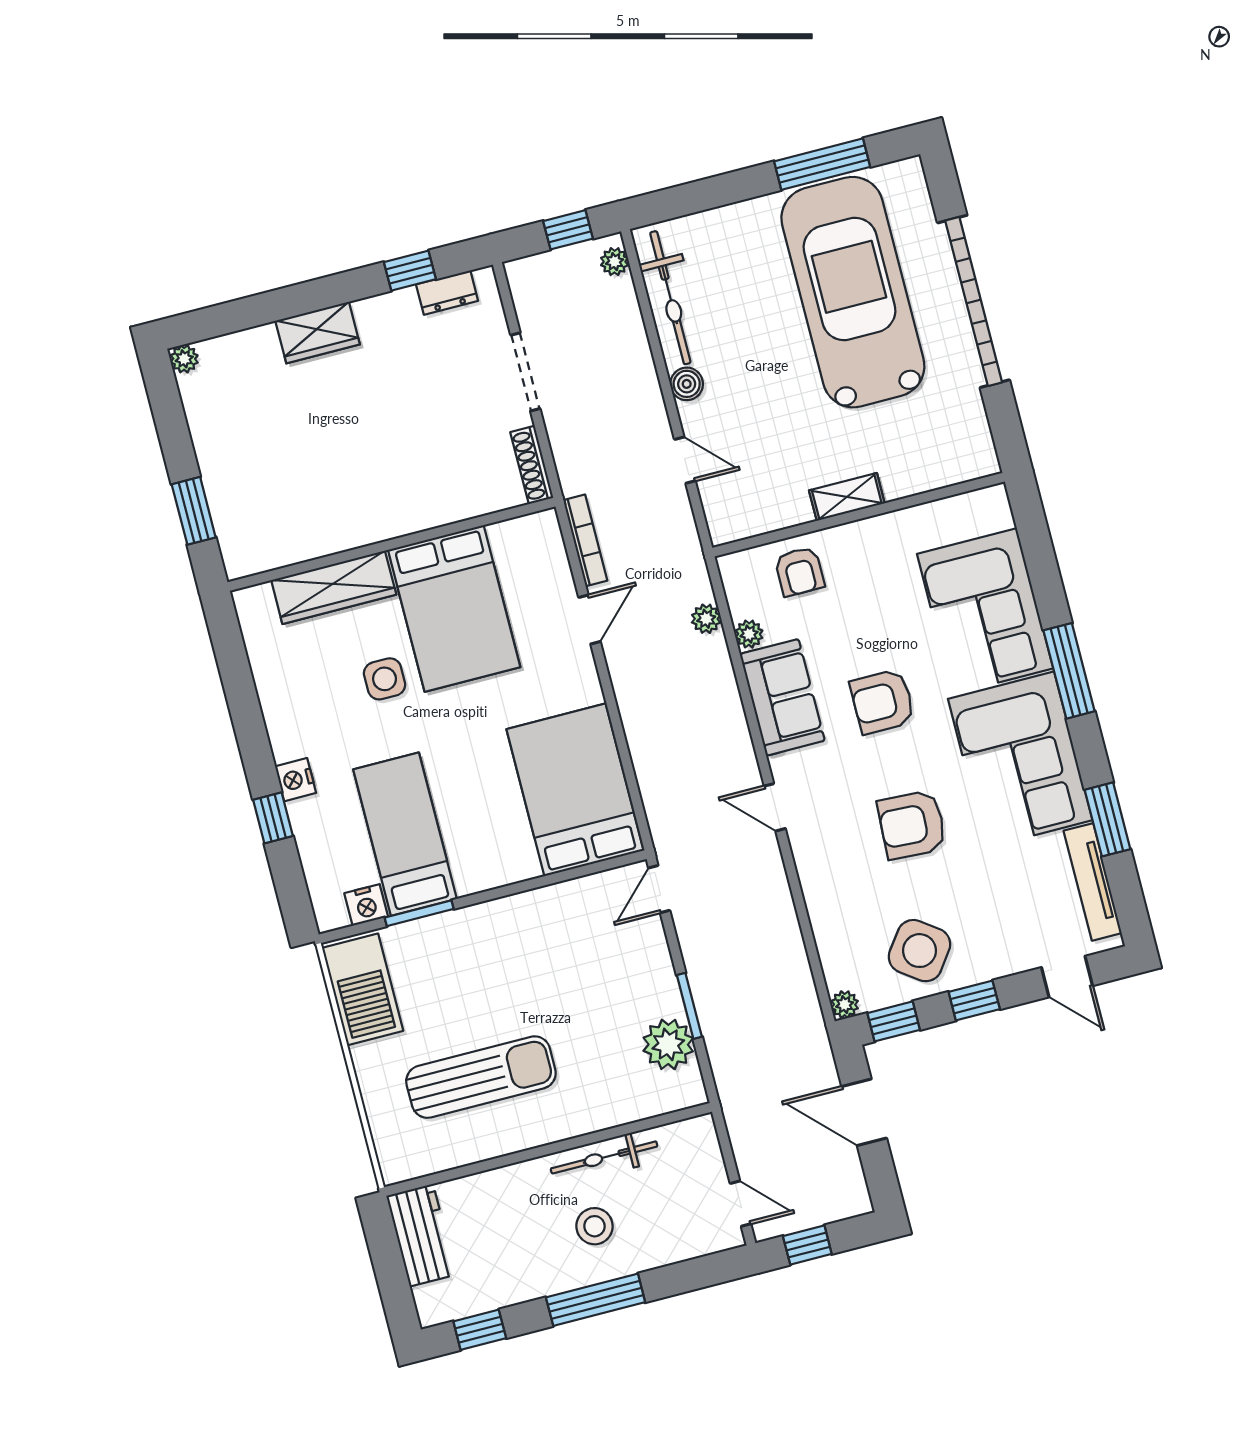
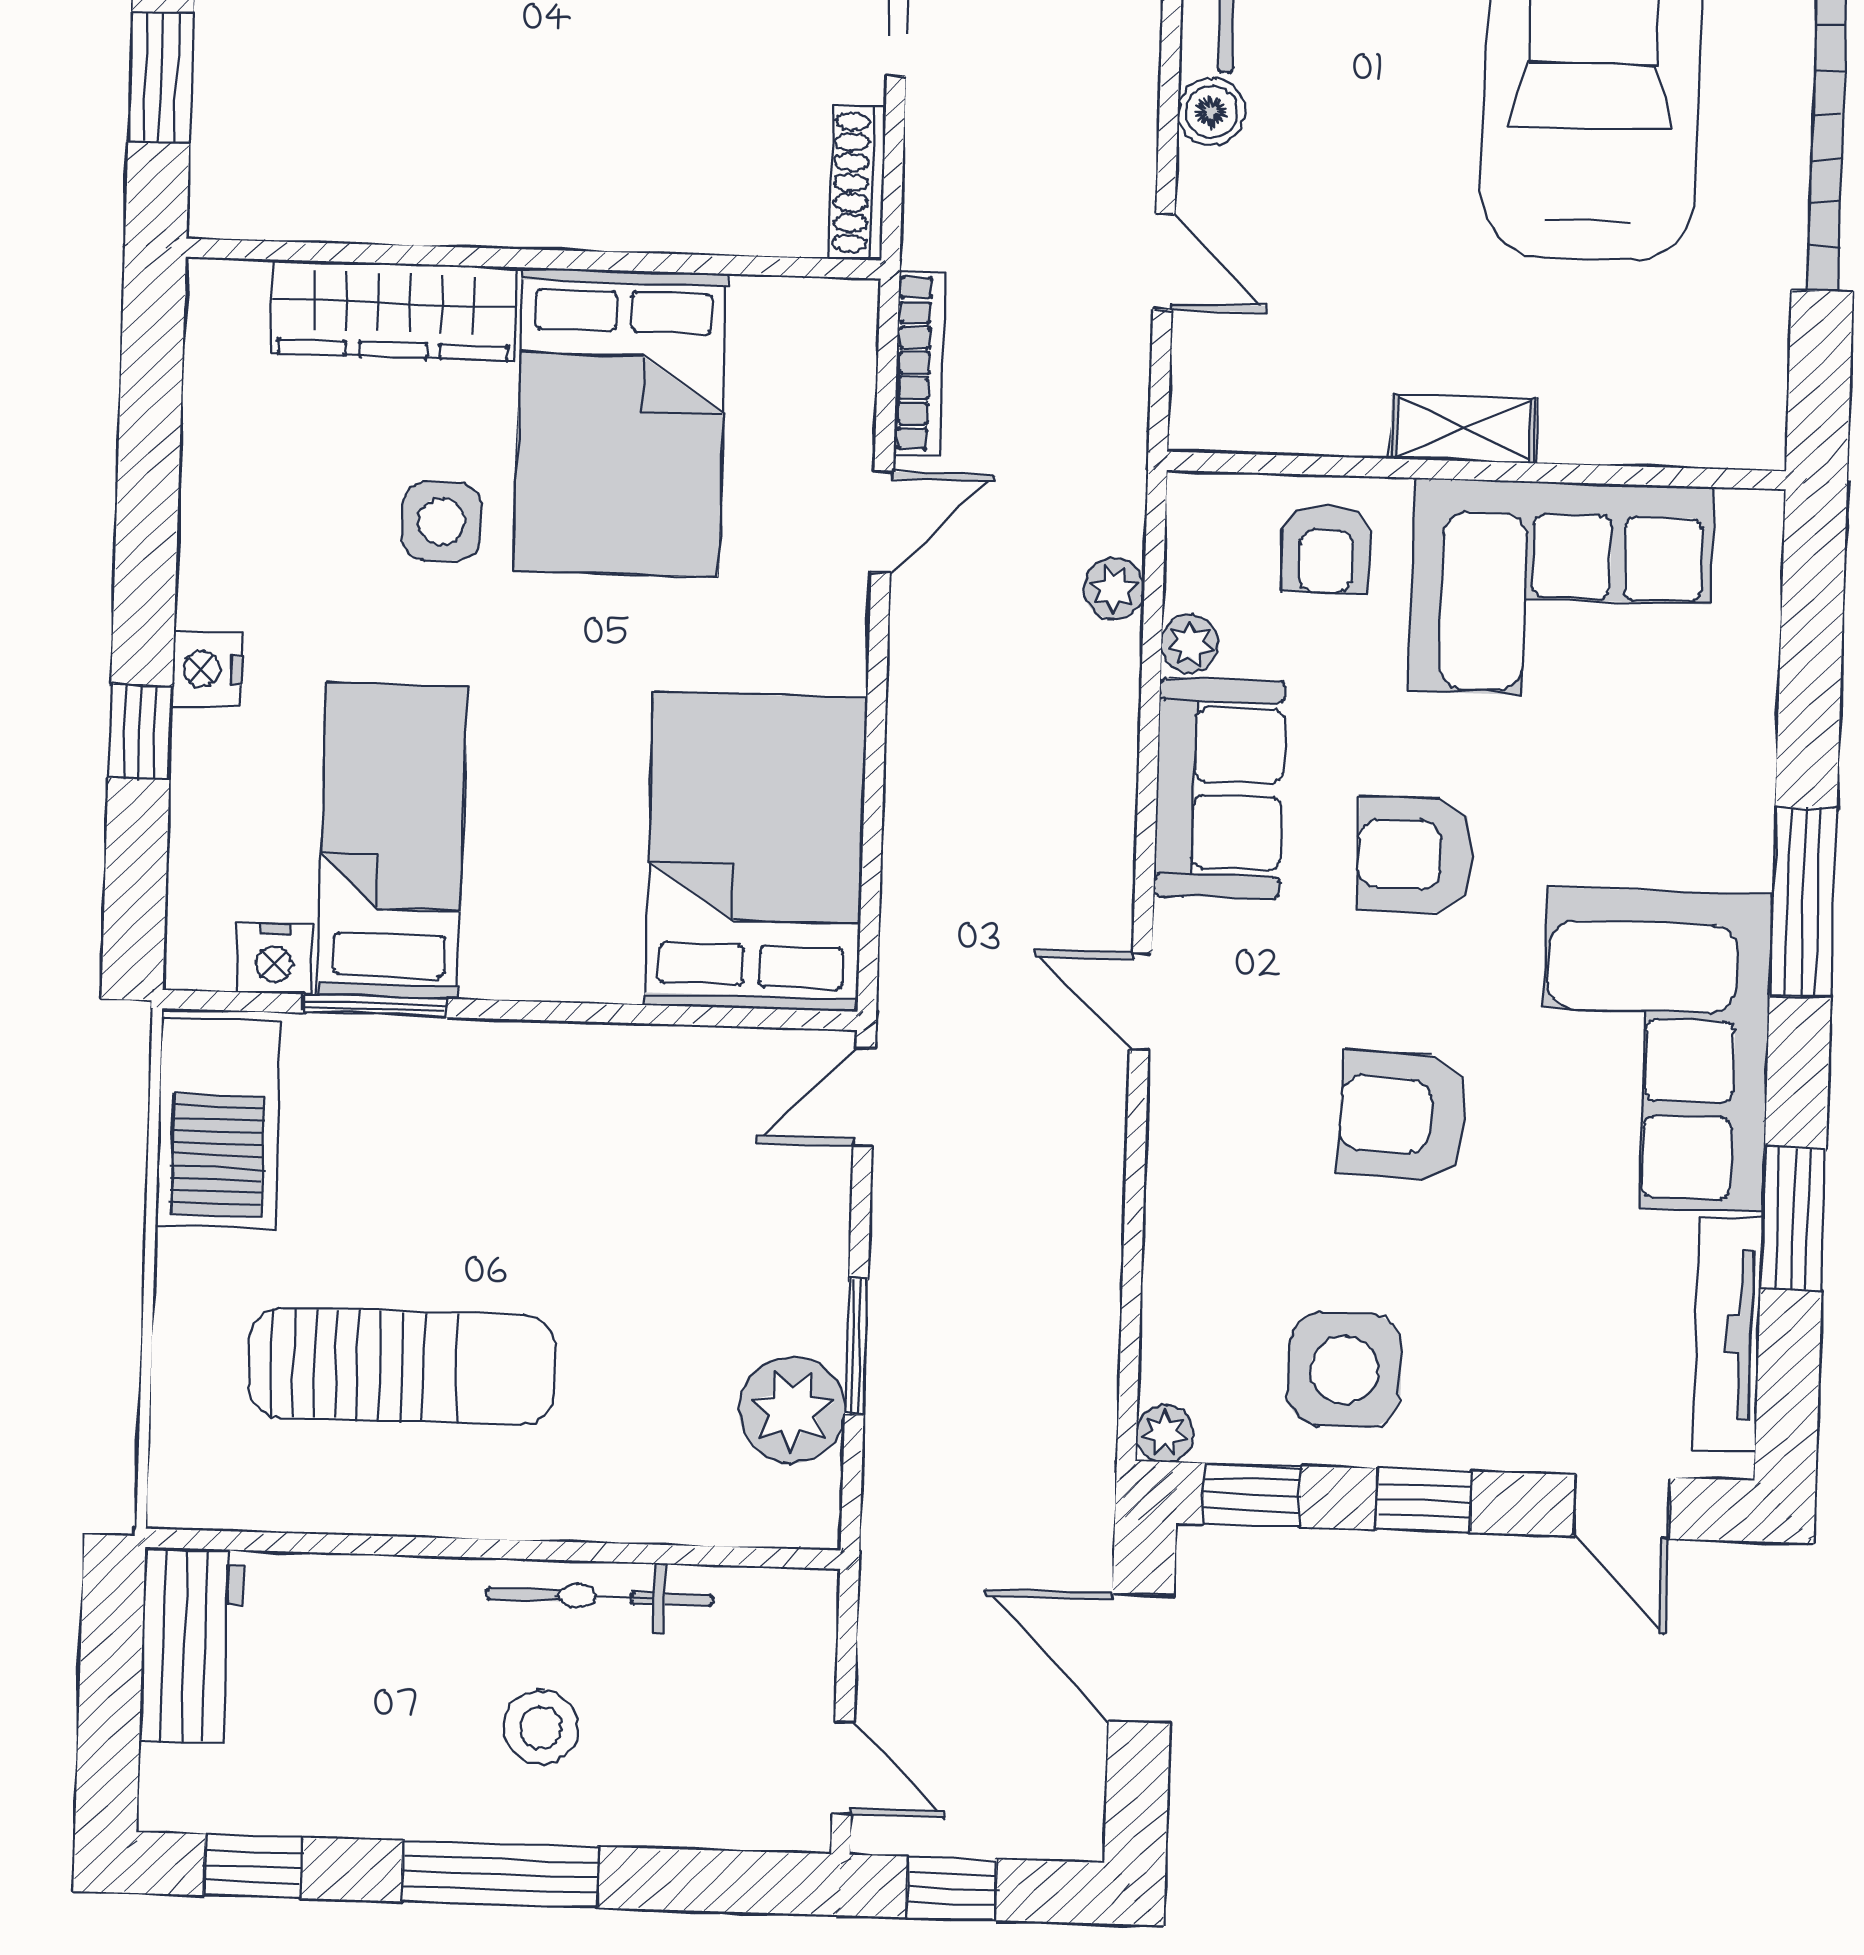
corner sofa: (985, 611) -> (1561, 589), moved, turned -90
side table: (919, 951) -> (1344, 1370), turned -36

